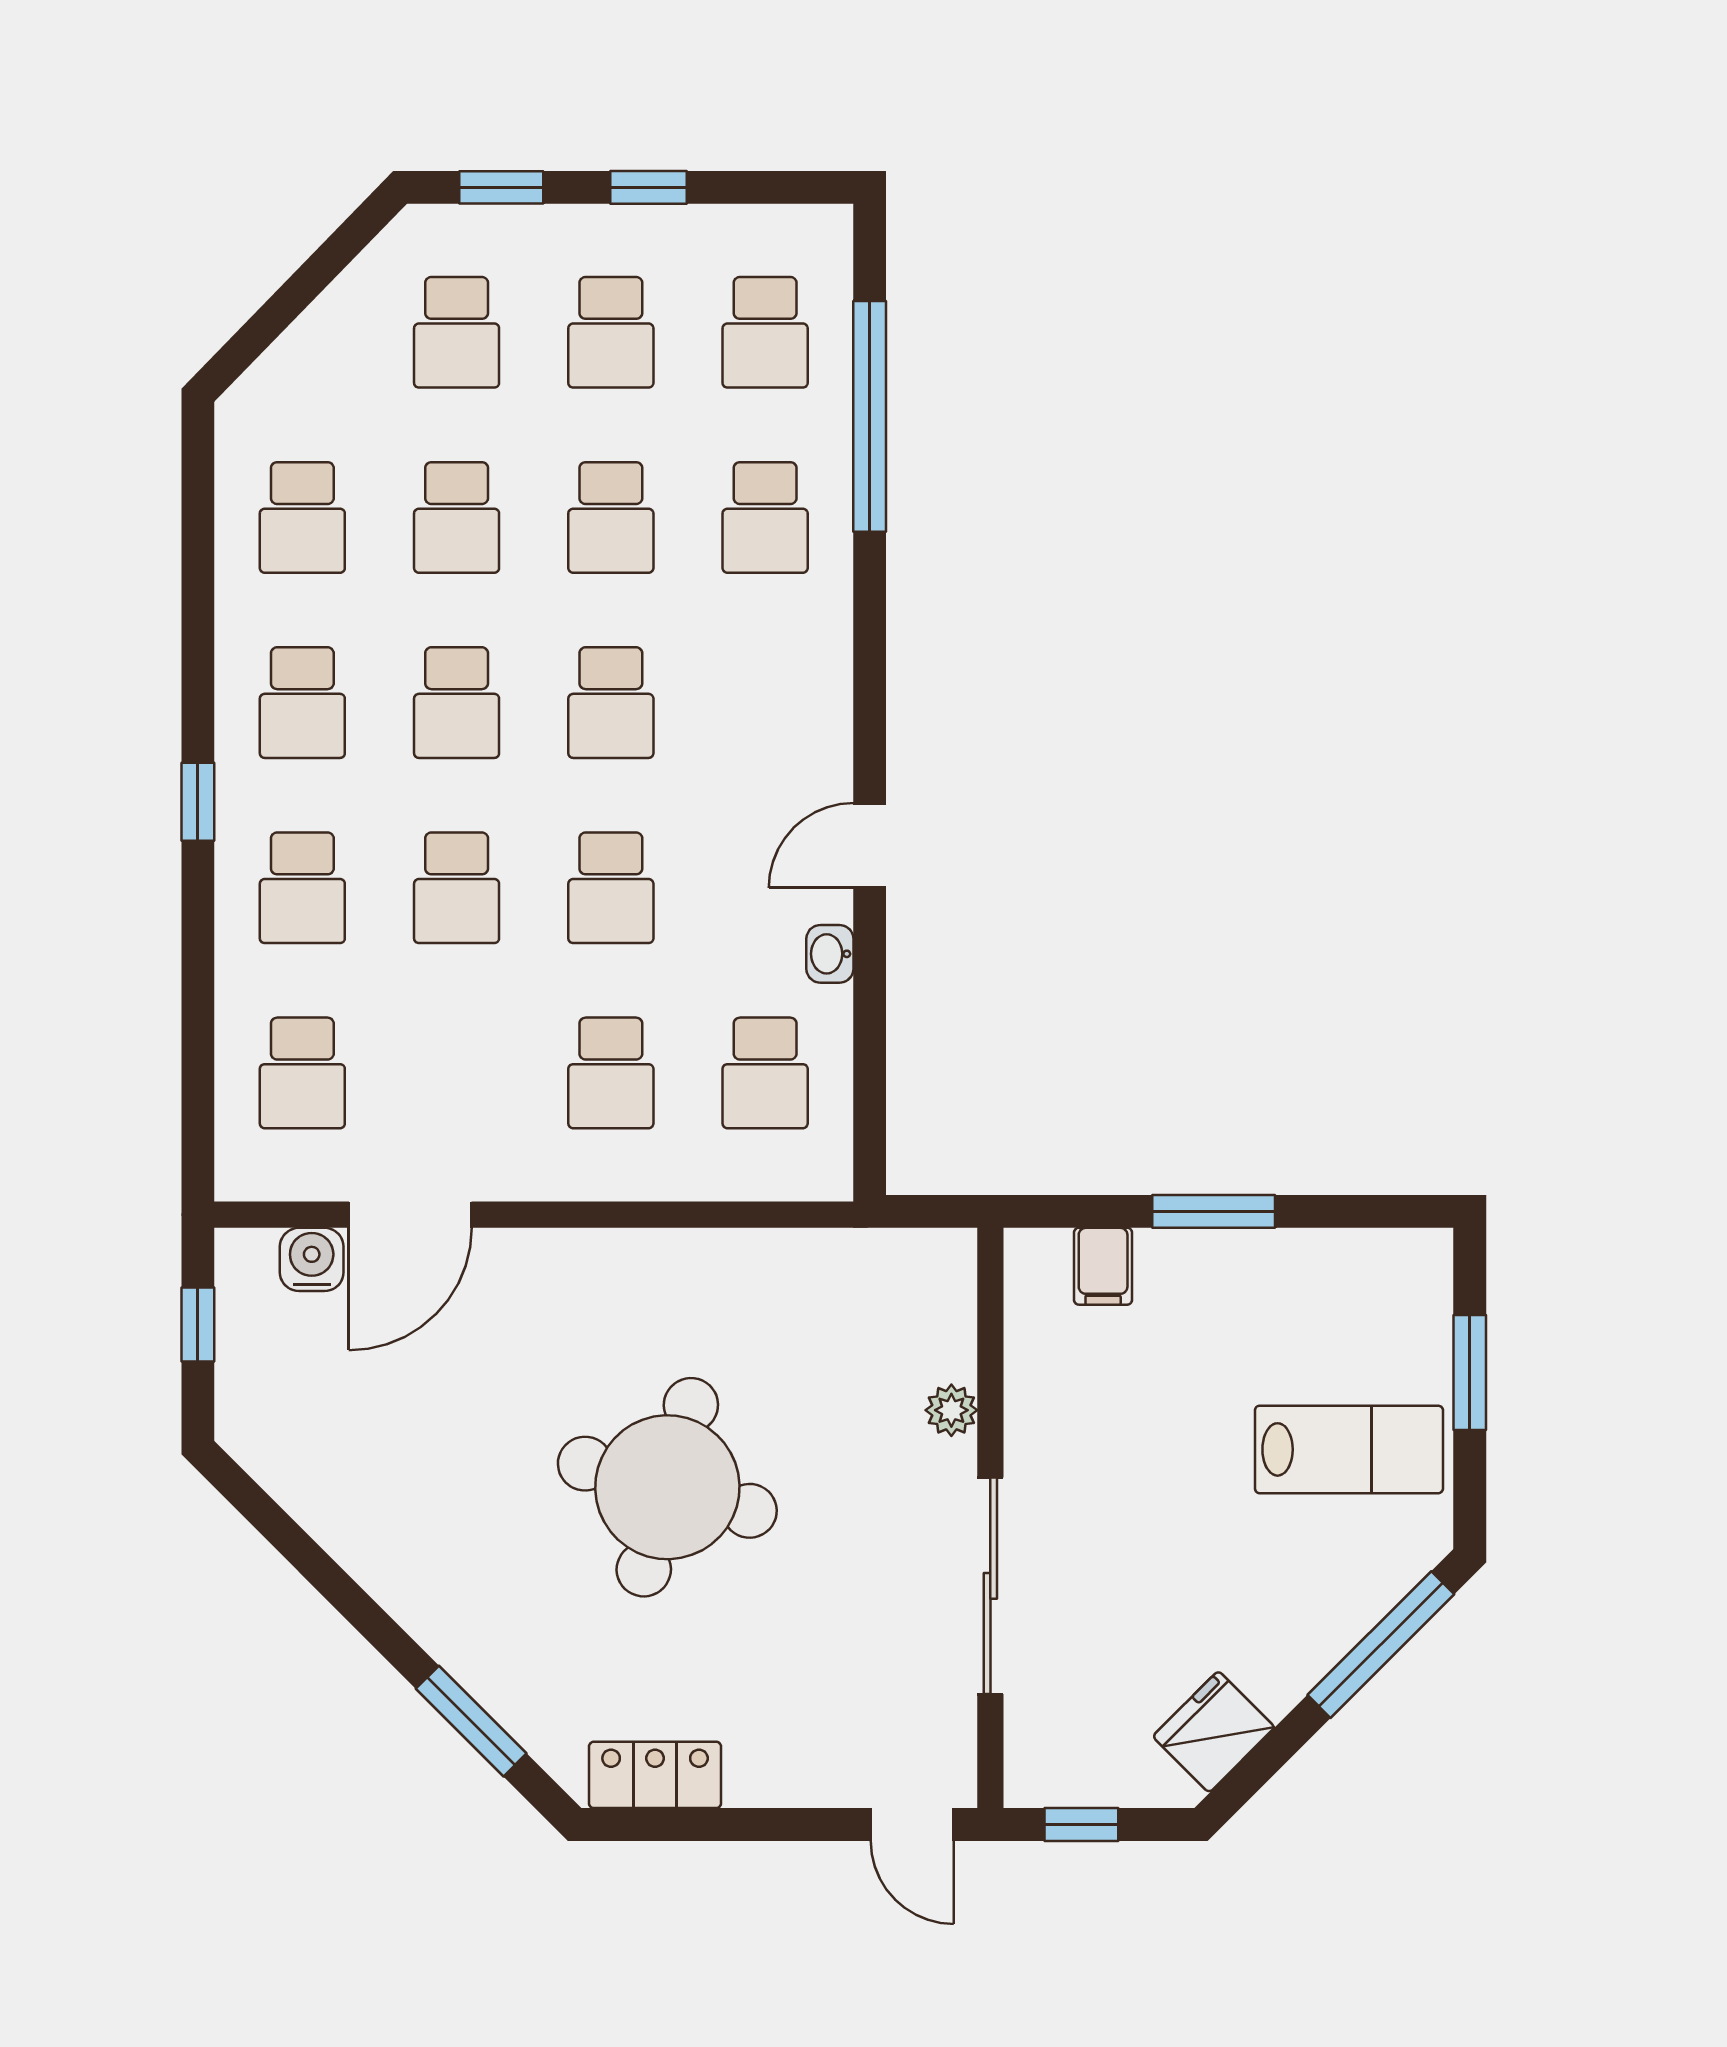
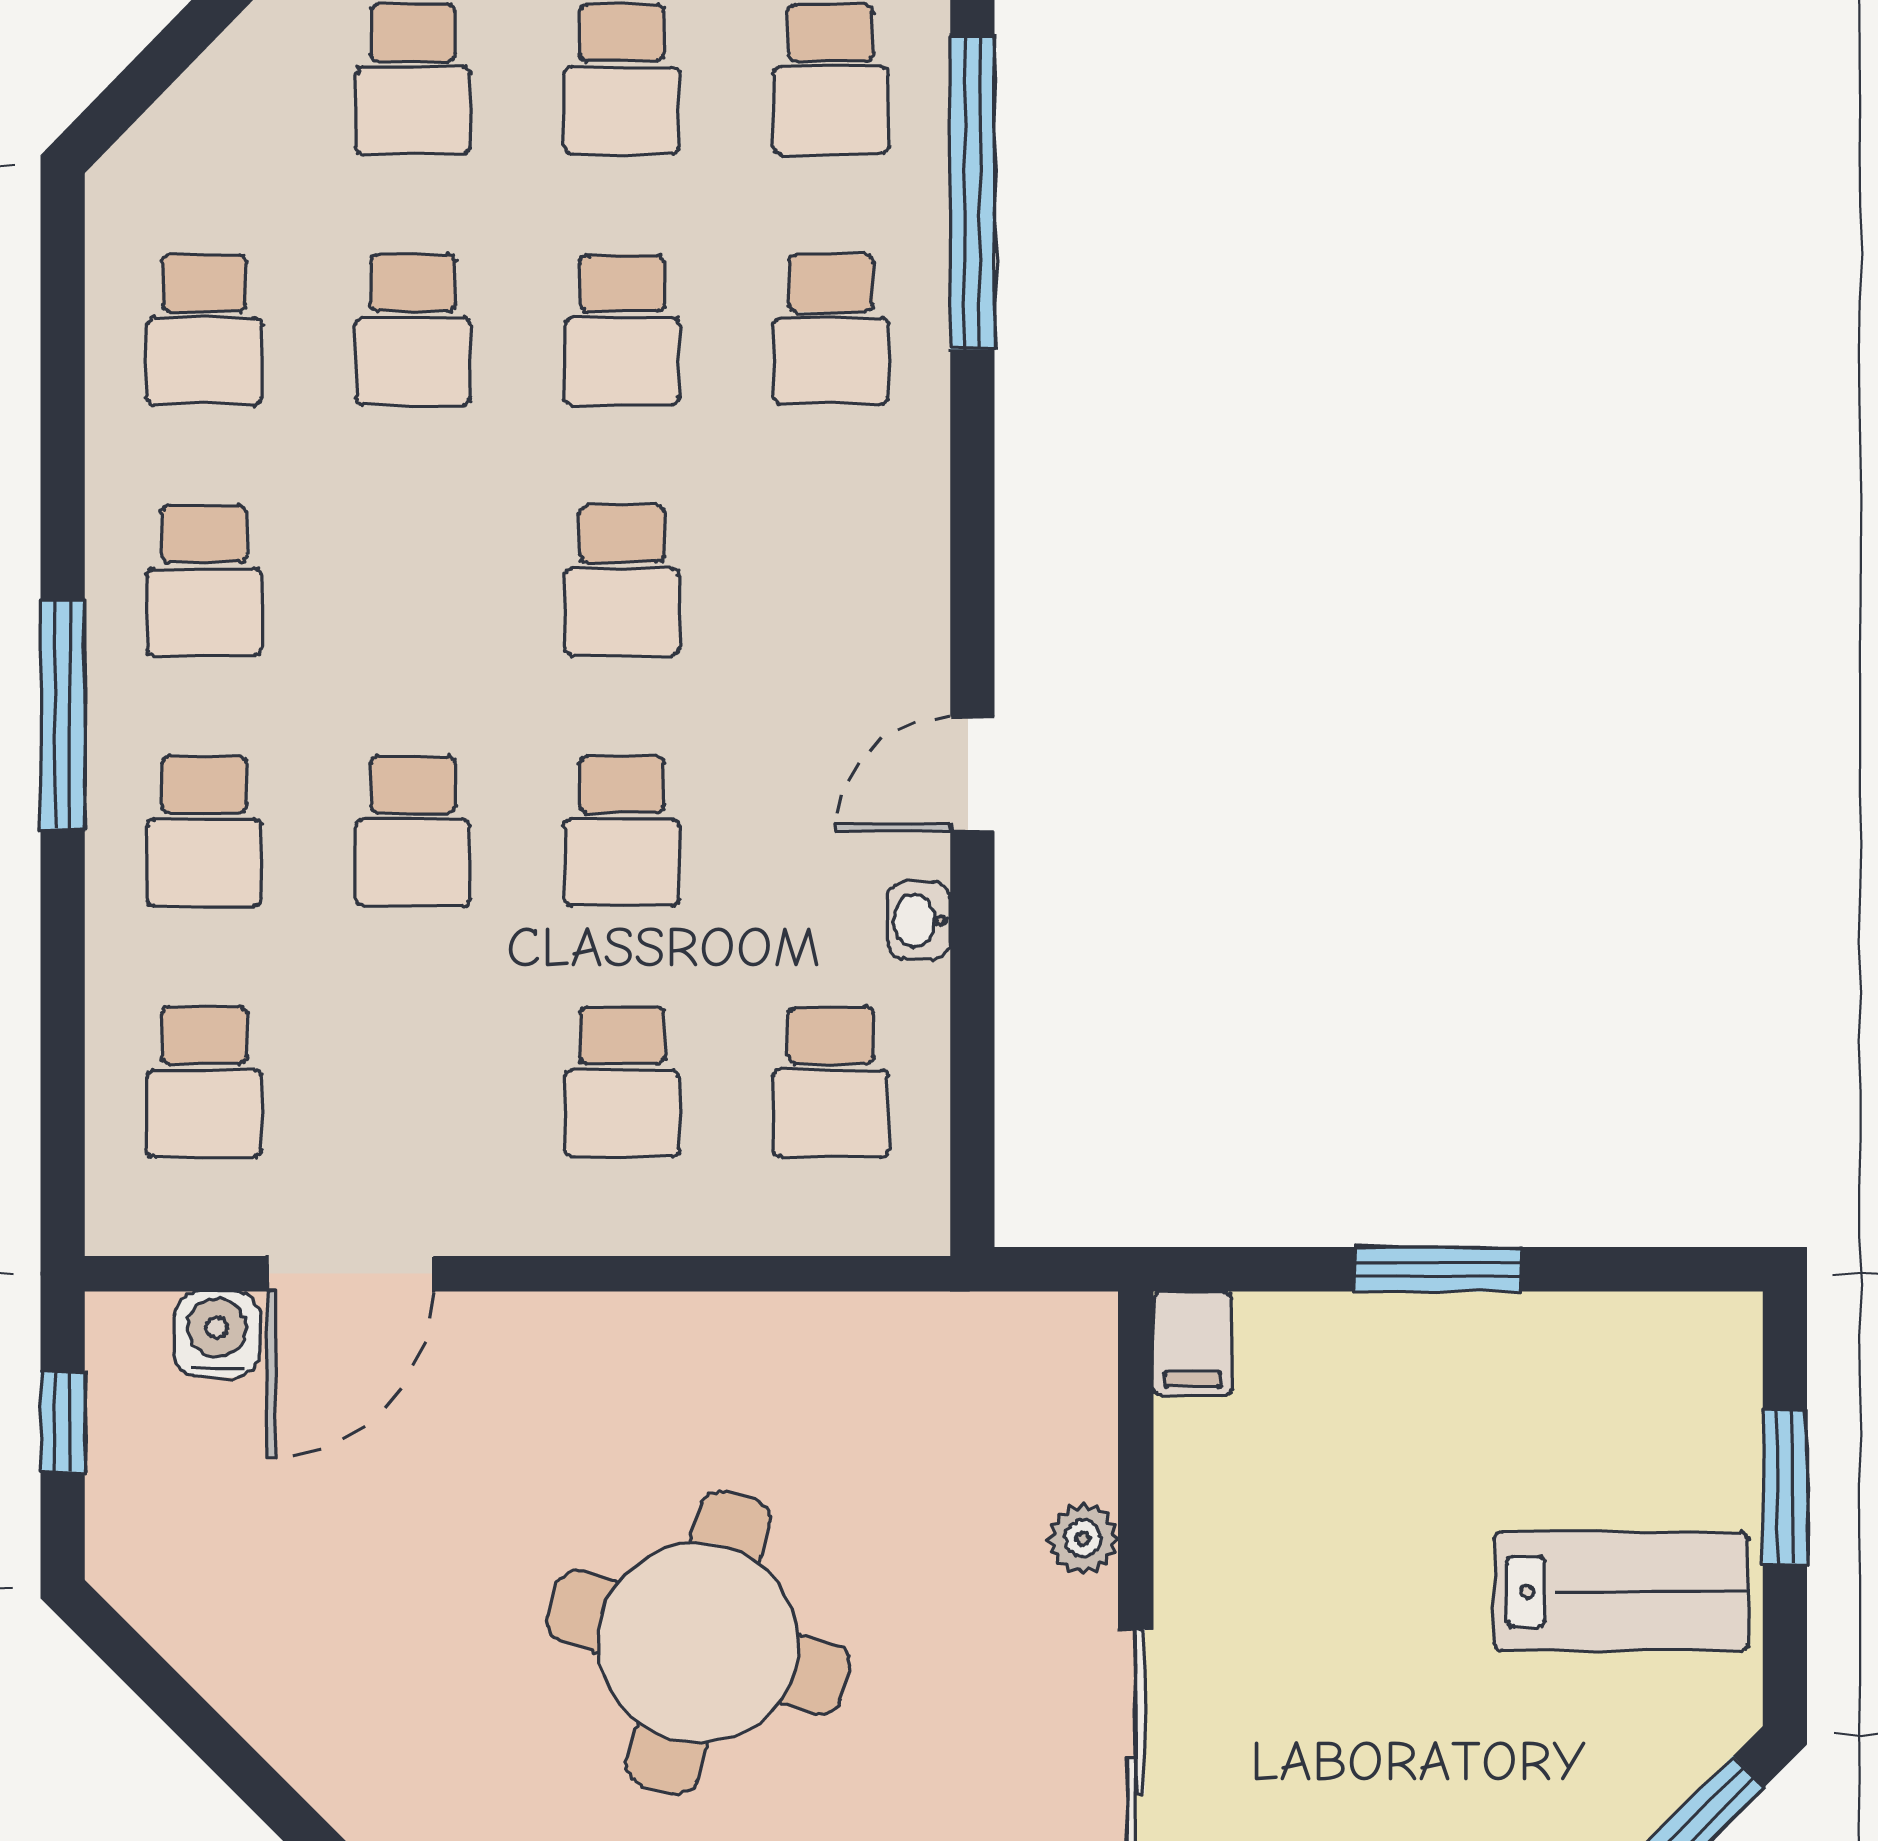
school desk: (457, 703) -> (413, 580), removed
window: (198, 802) -> (63, 715), width x2.17
filing cabinet: (1103, 1266) -> (1193, 1344), moved

